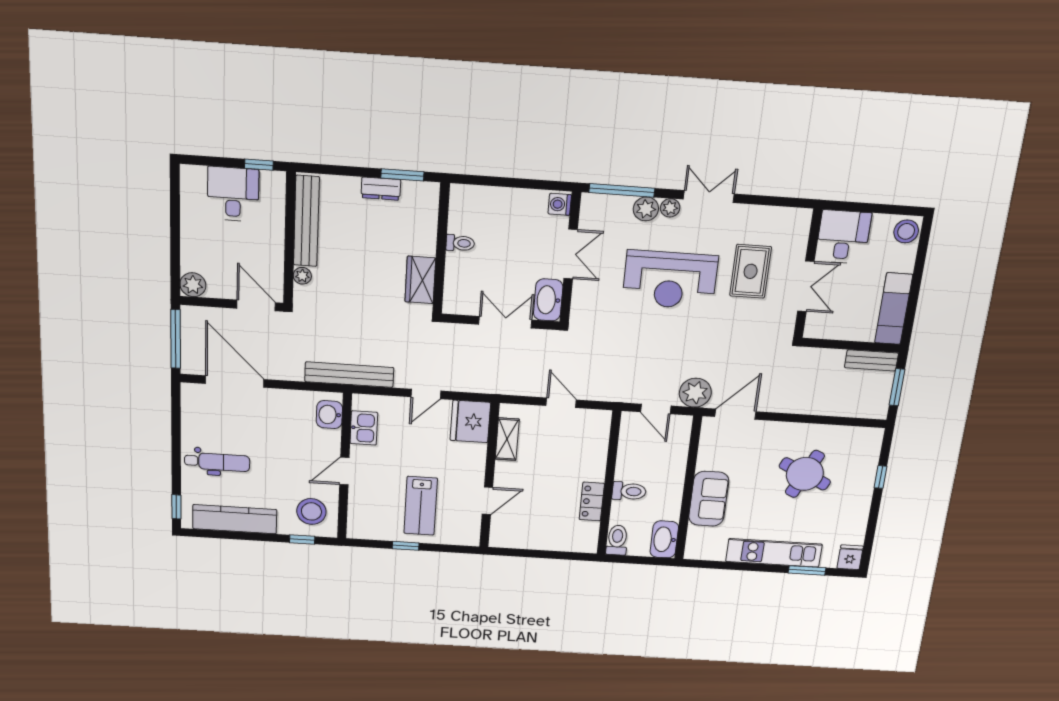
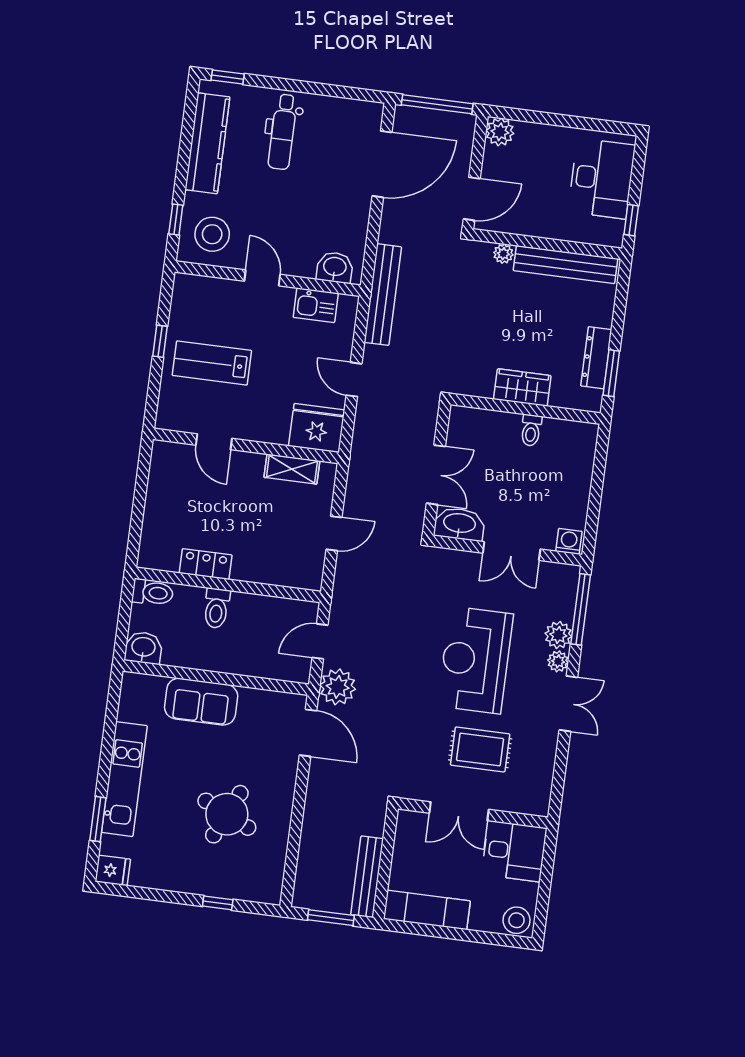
dresser: (381, 189) -> (596, 358), width x1.44
desk: (233, 194) -> (602, 178), width x1.37
wardrobe: (420, 280) -> (522, 388), moved
bench: (871, 360) -> (367, 877), width x1.36
washbasin: (664, 539) -> (143, 648), width x0.72

